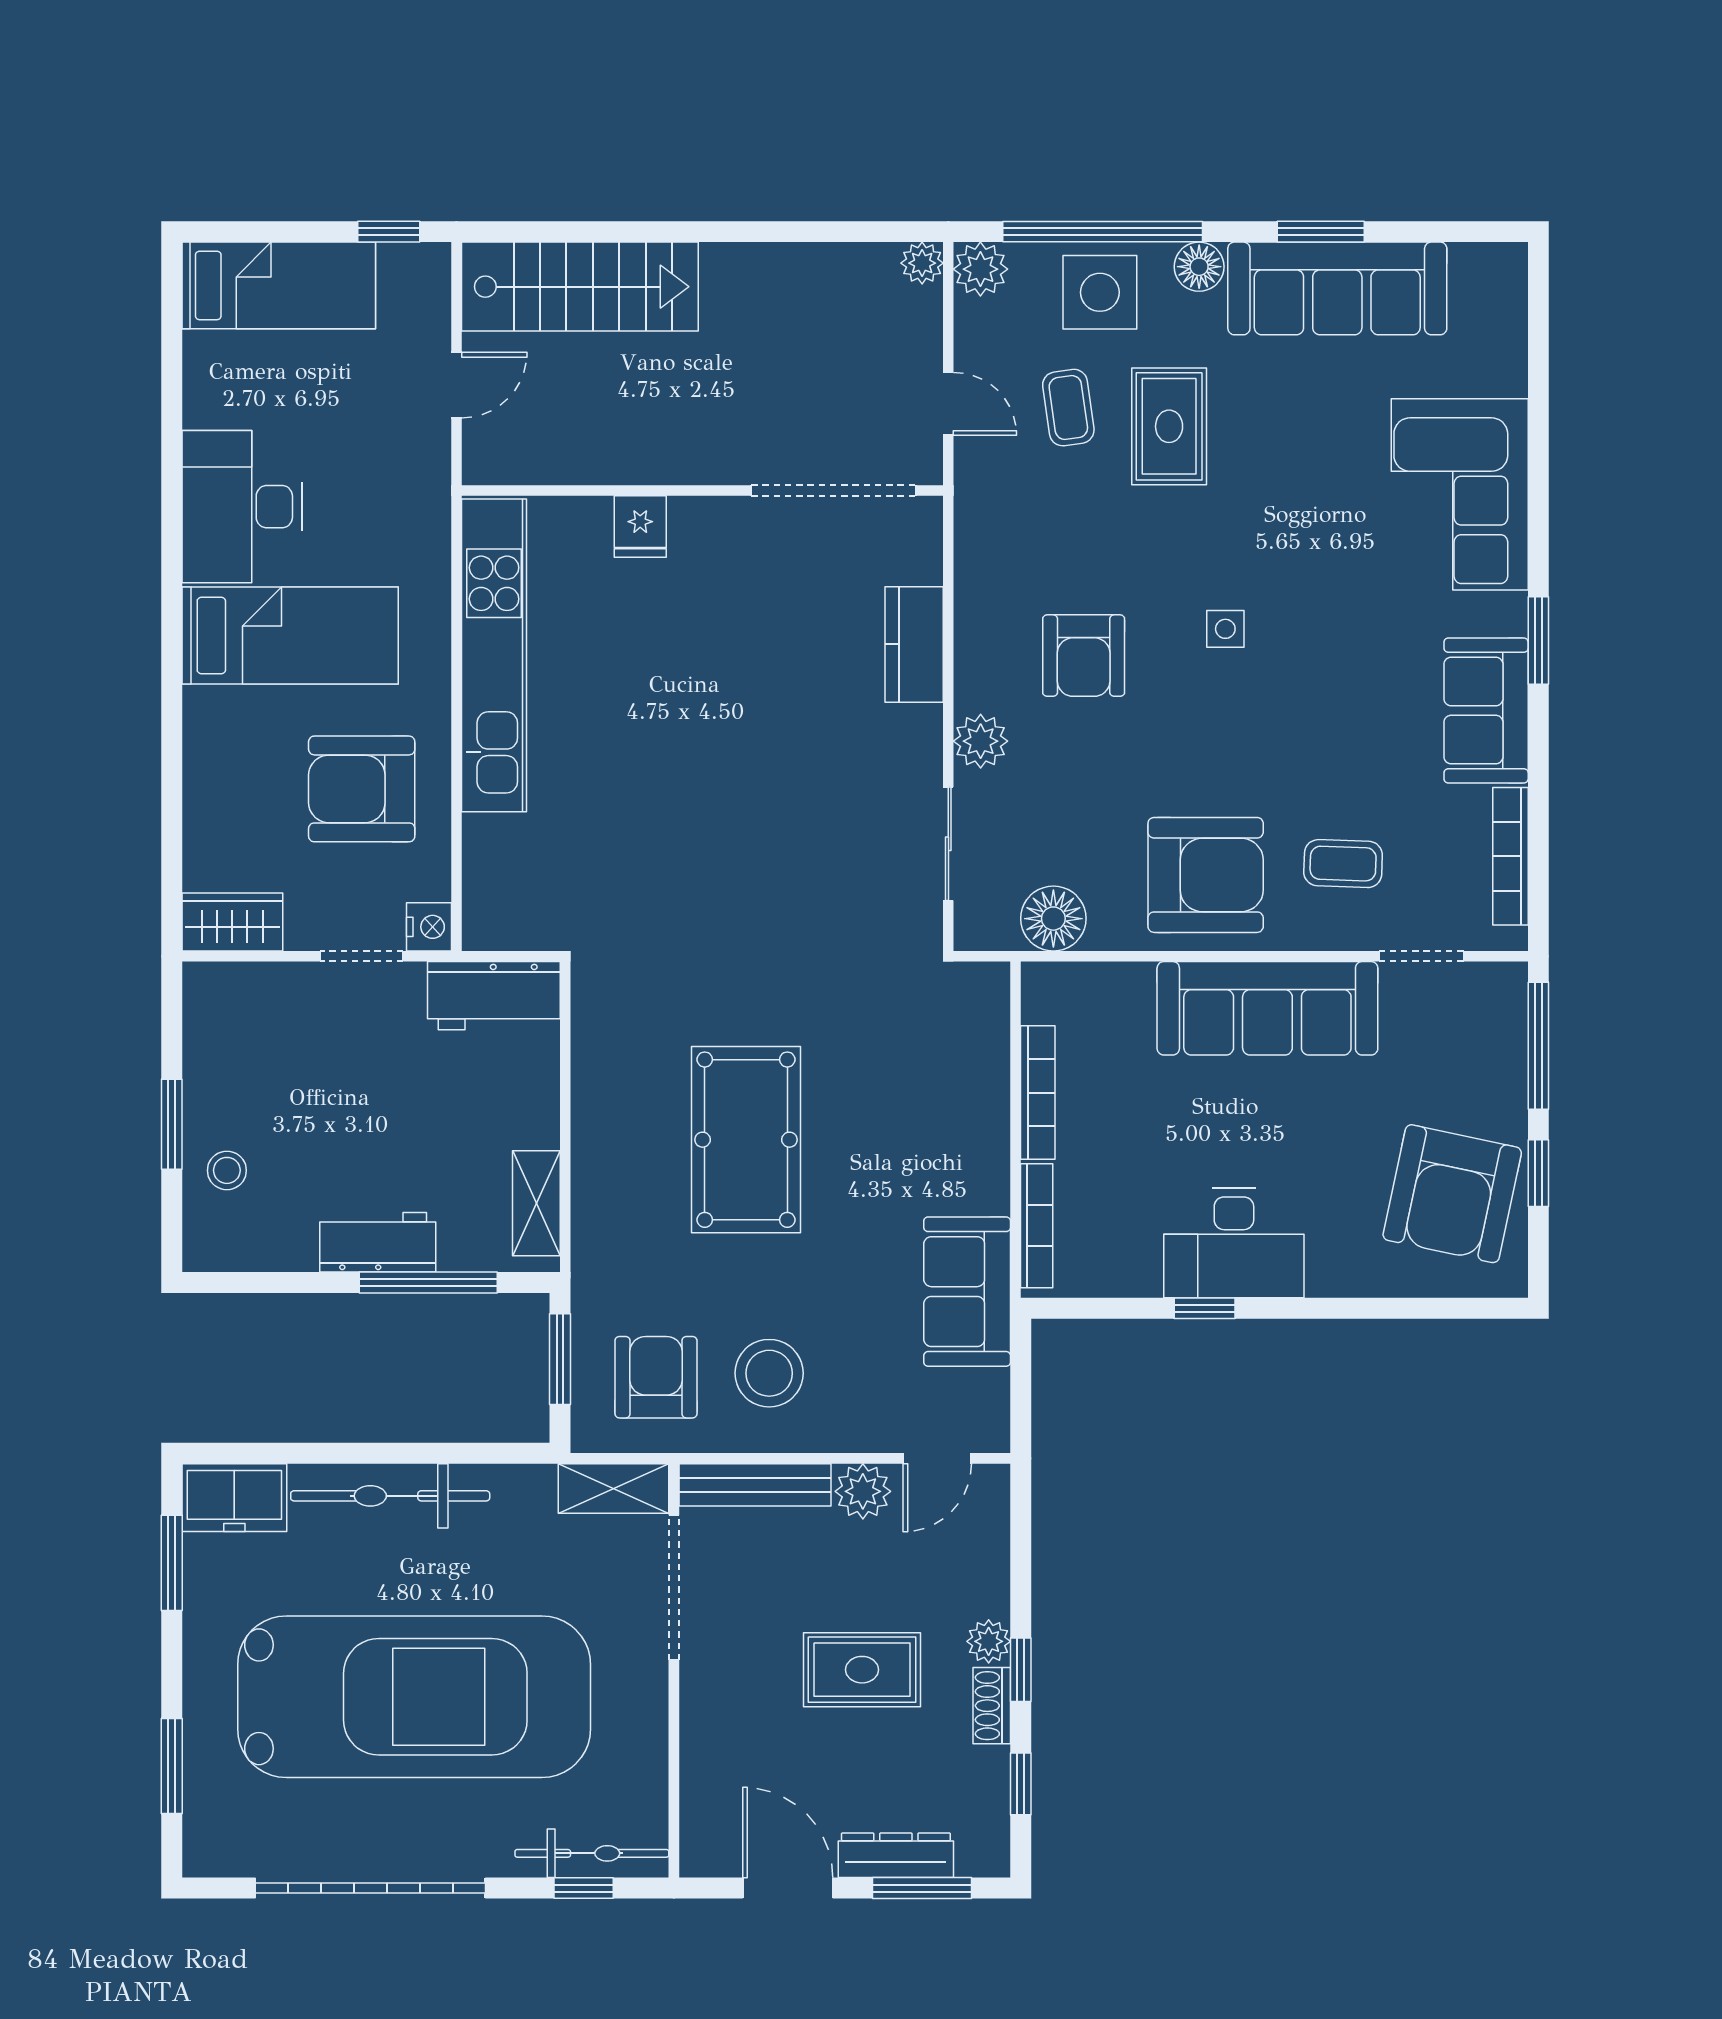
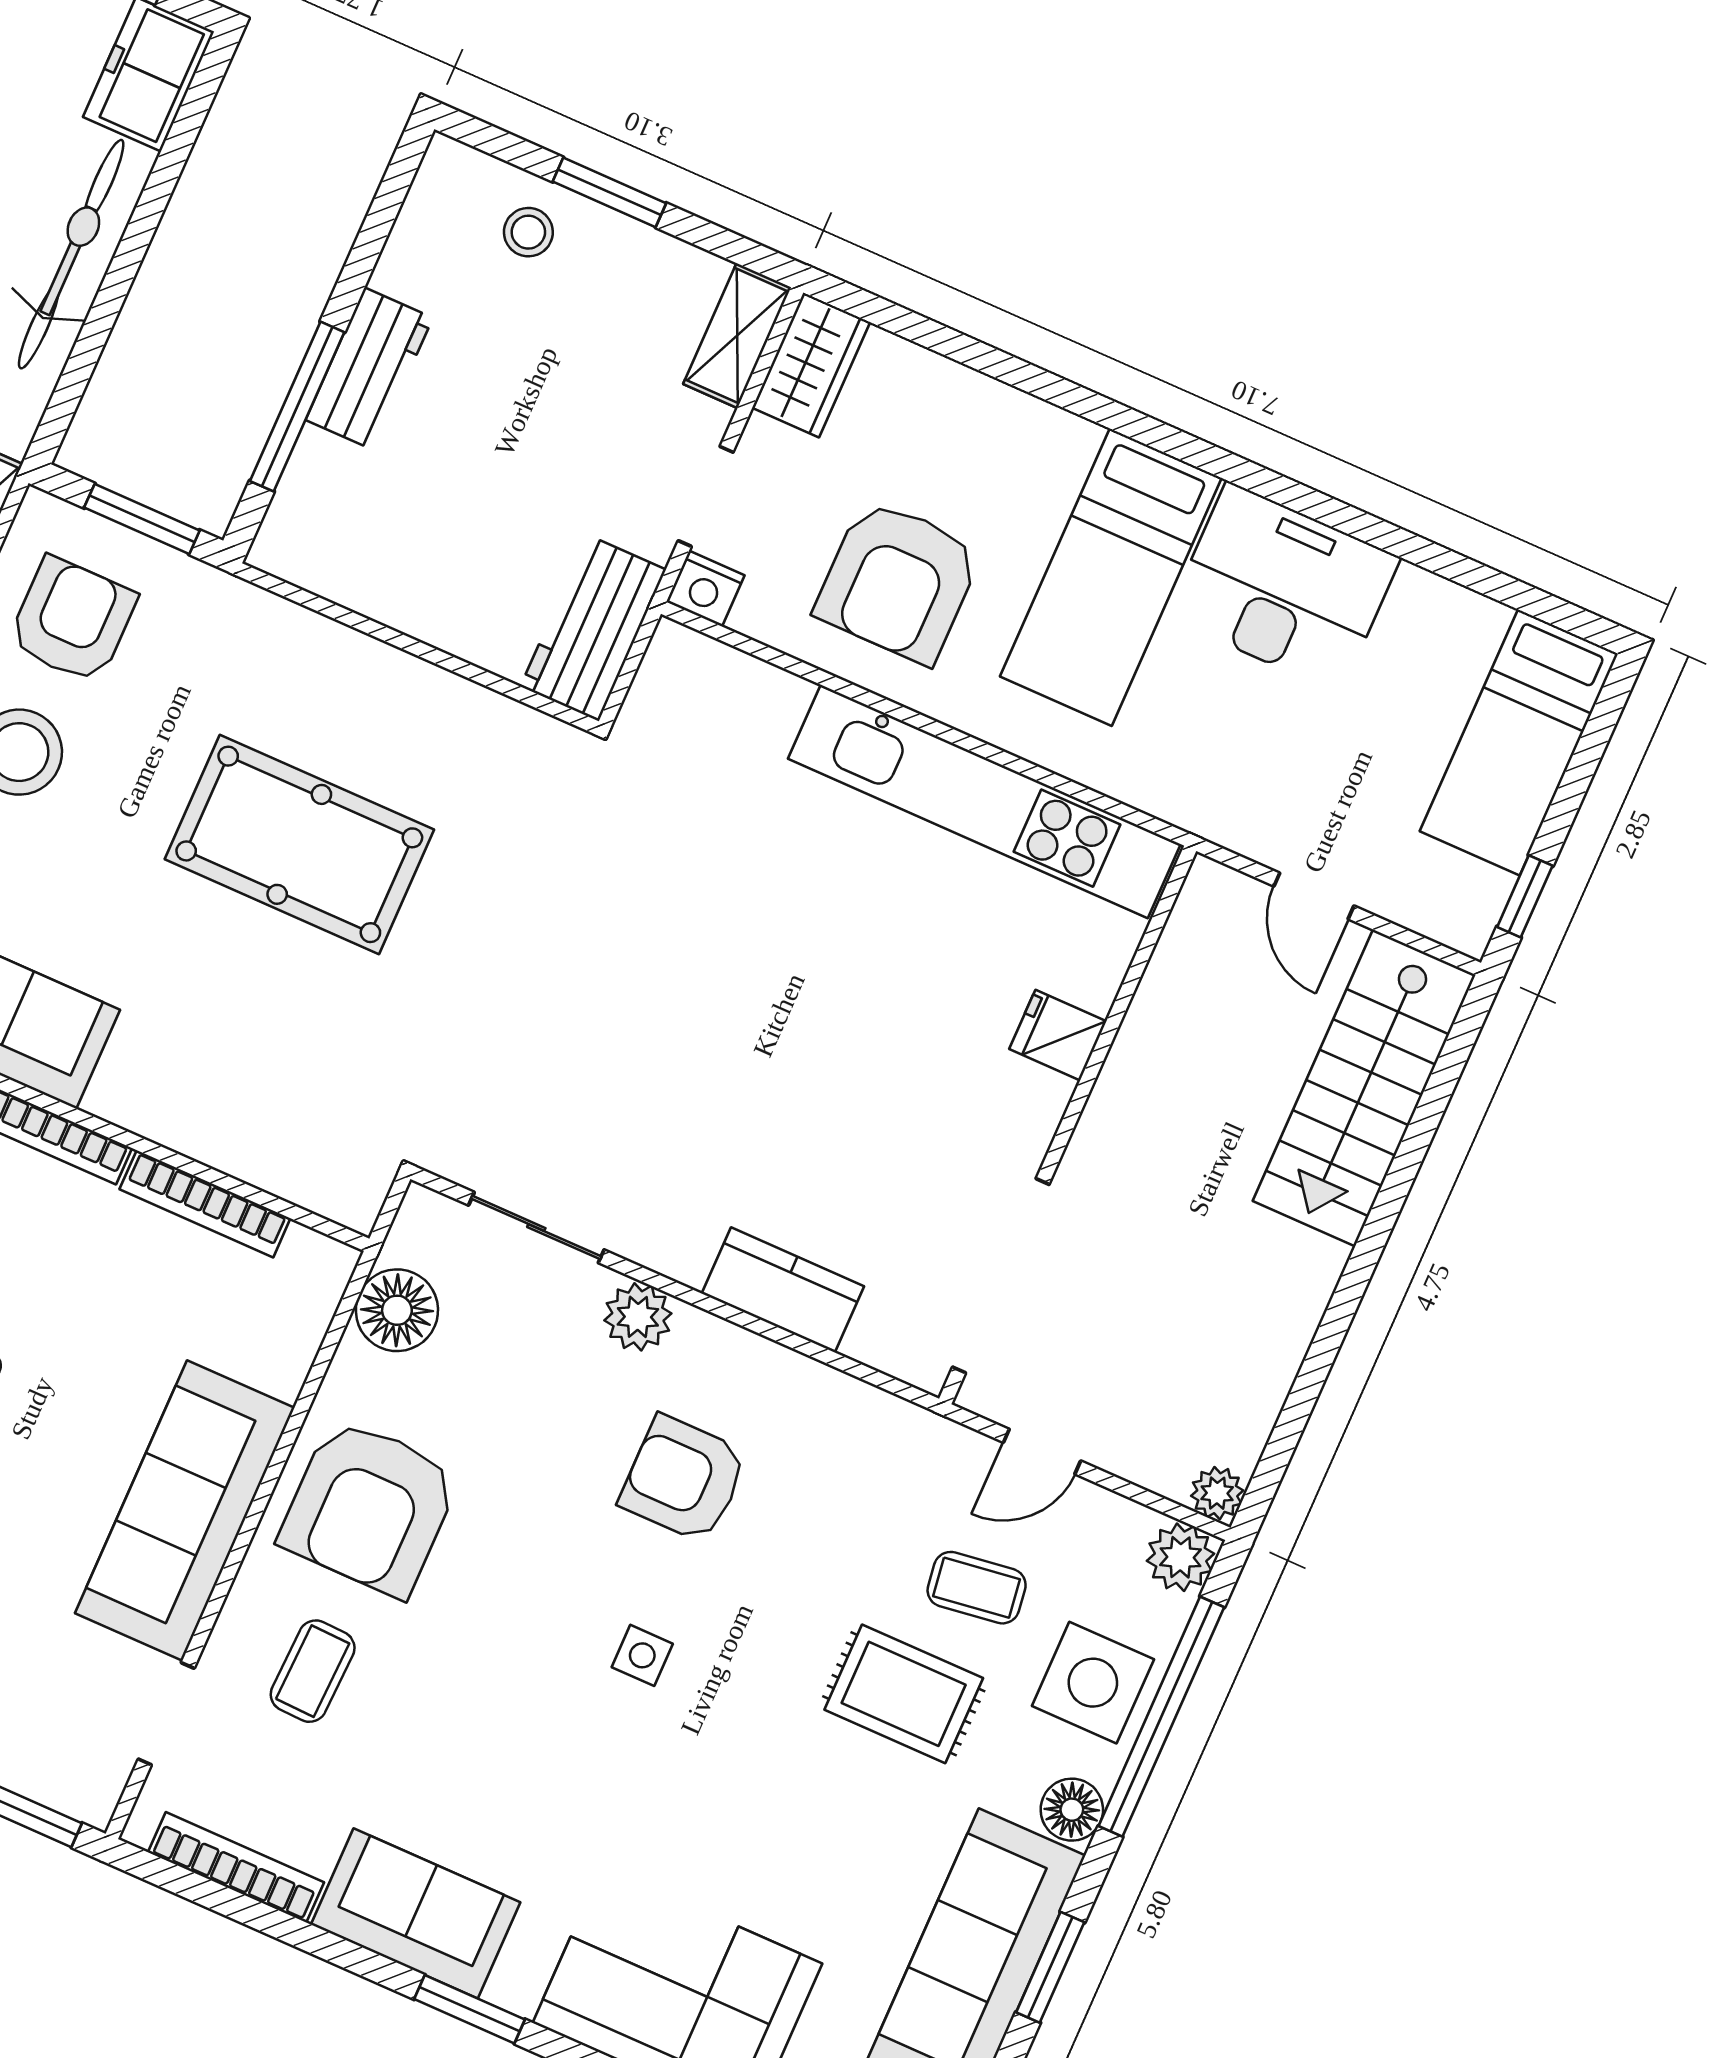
armchair: (362, 789) -> (898, 581), turned 180
shelving: (536, 1203) -> (737, 336), moved, turned 90
armchair: (656, 1377) -> (72, 620), turned -90

